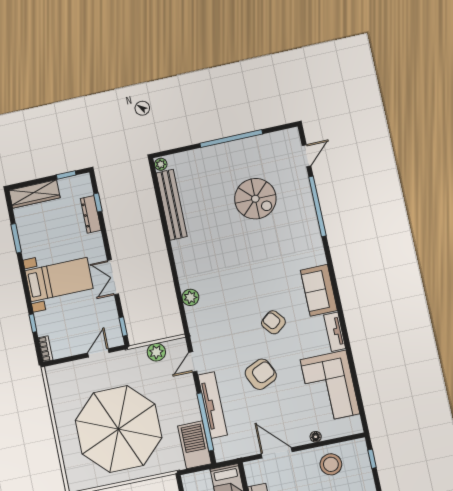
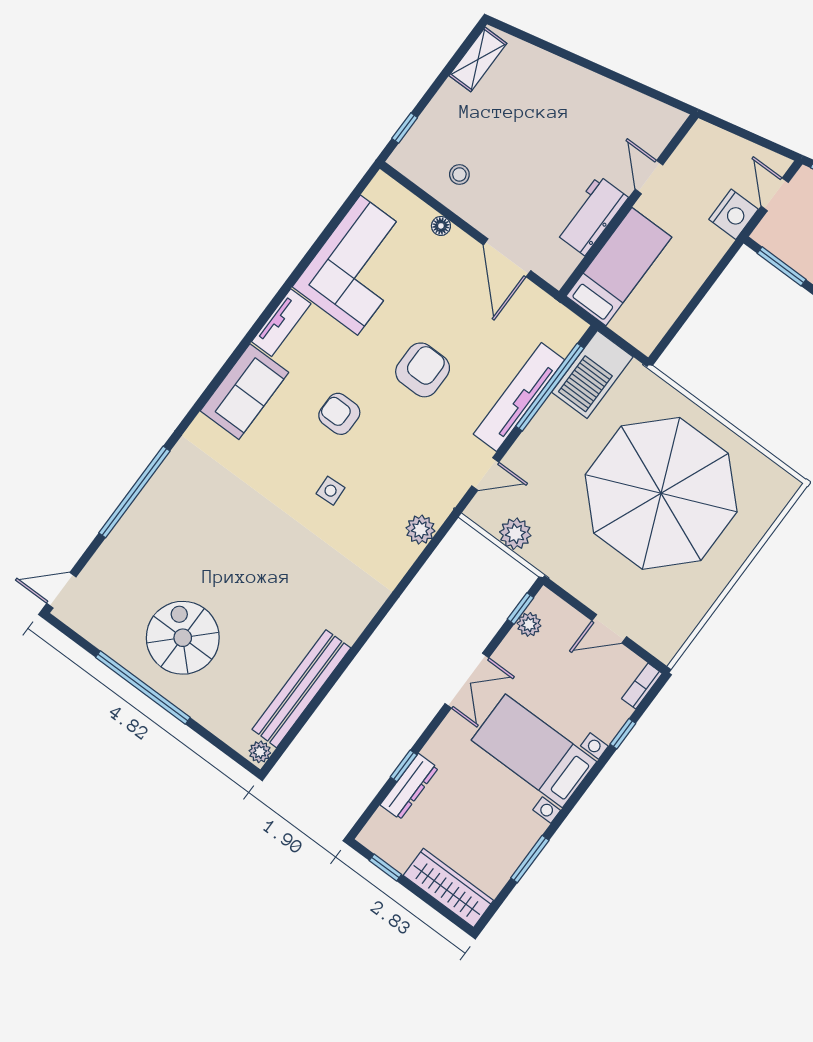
door: (306, 156) -> (61, 590), moved
spiral stairs: (255, 199) -> (183, 638), moved
window: (98, 202) -> (404, 766), moved
side table: (244, 290) -> (331, 491), added
plant: (190, 297) -> (420, 530), moved
armchair: (273, 322) -> (339, 414), turned 129
plant: (113, 324) -> (529, 624), added
door: (98, 353) -> (609, 629), moved
armchair: (261, 374) -> (423, 370), turned 115
stool: (331, 464) -> (459, 175), width x0.53, depth x0.53

